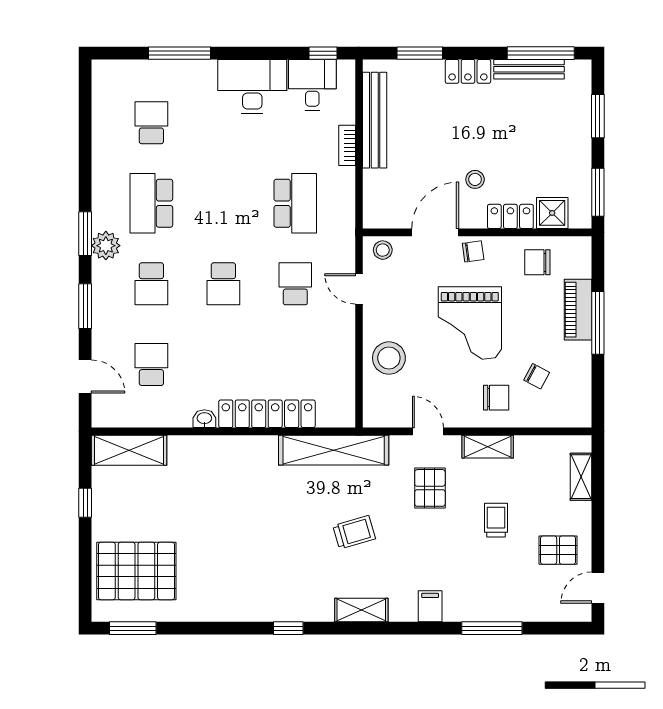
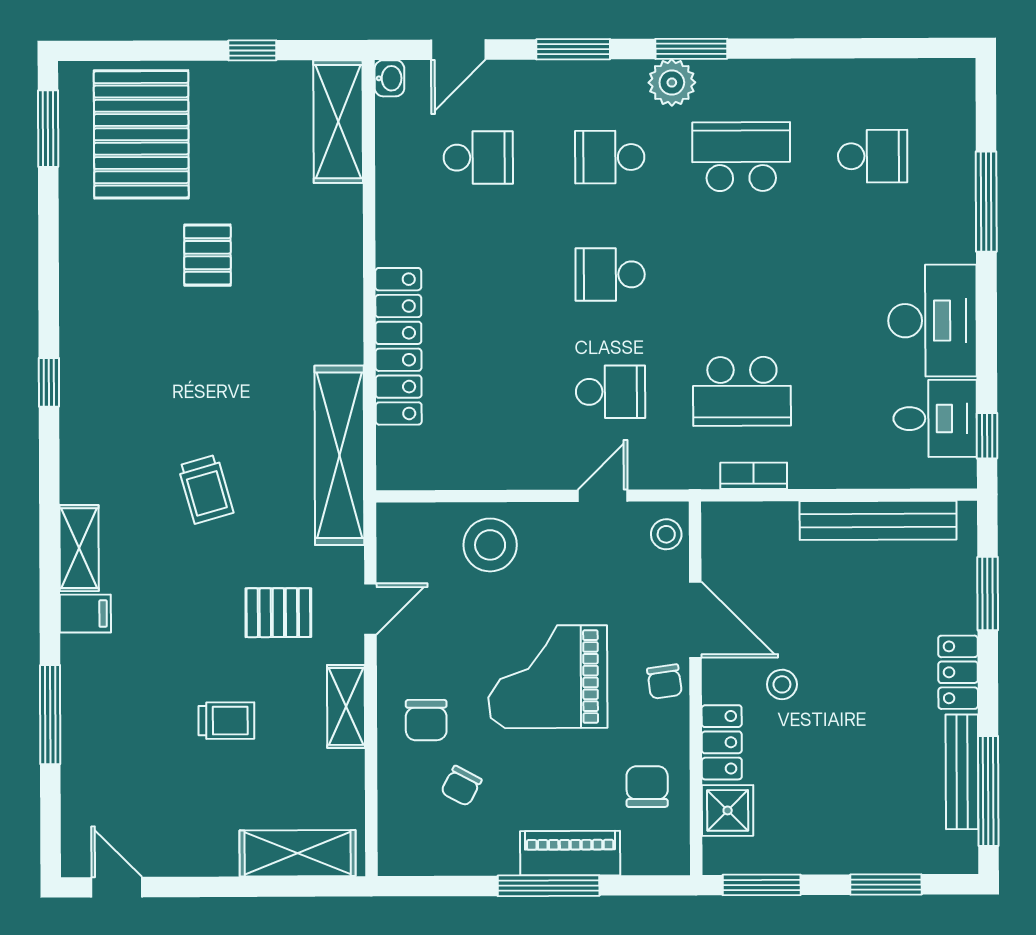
bookcase: (347, 145) -> (754, 476), moved
washbasin: (204, 419) -> (389, 78), moved
shelving: (581, 477) -> (298, 853), width x1.50, depth x1.33
pallet: (558, 550) -> (207, 255), moved
shelving: (361, 610) -> (79, 548), moved

